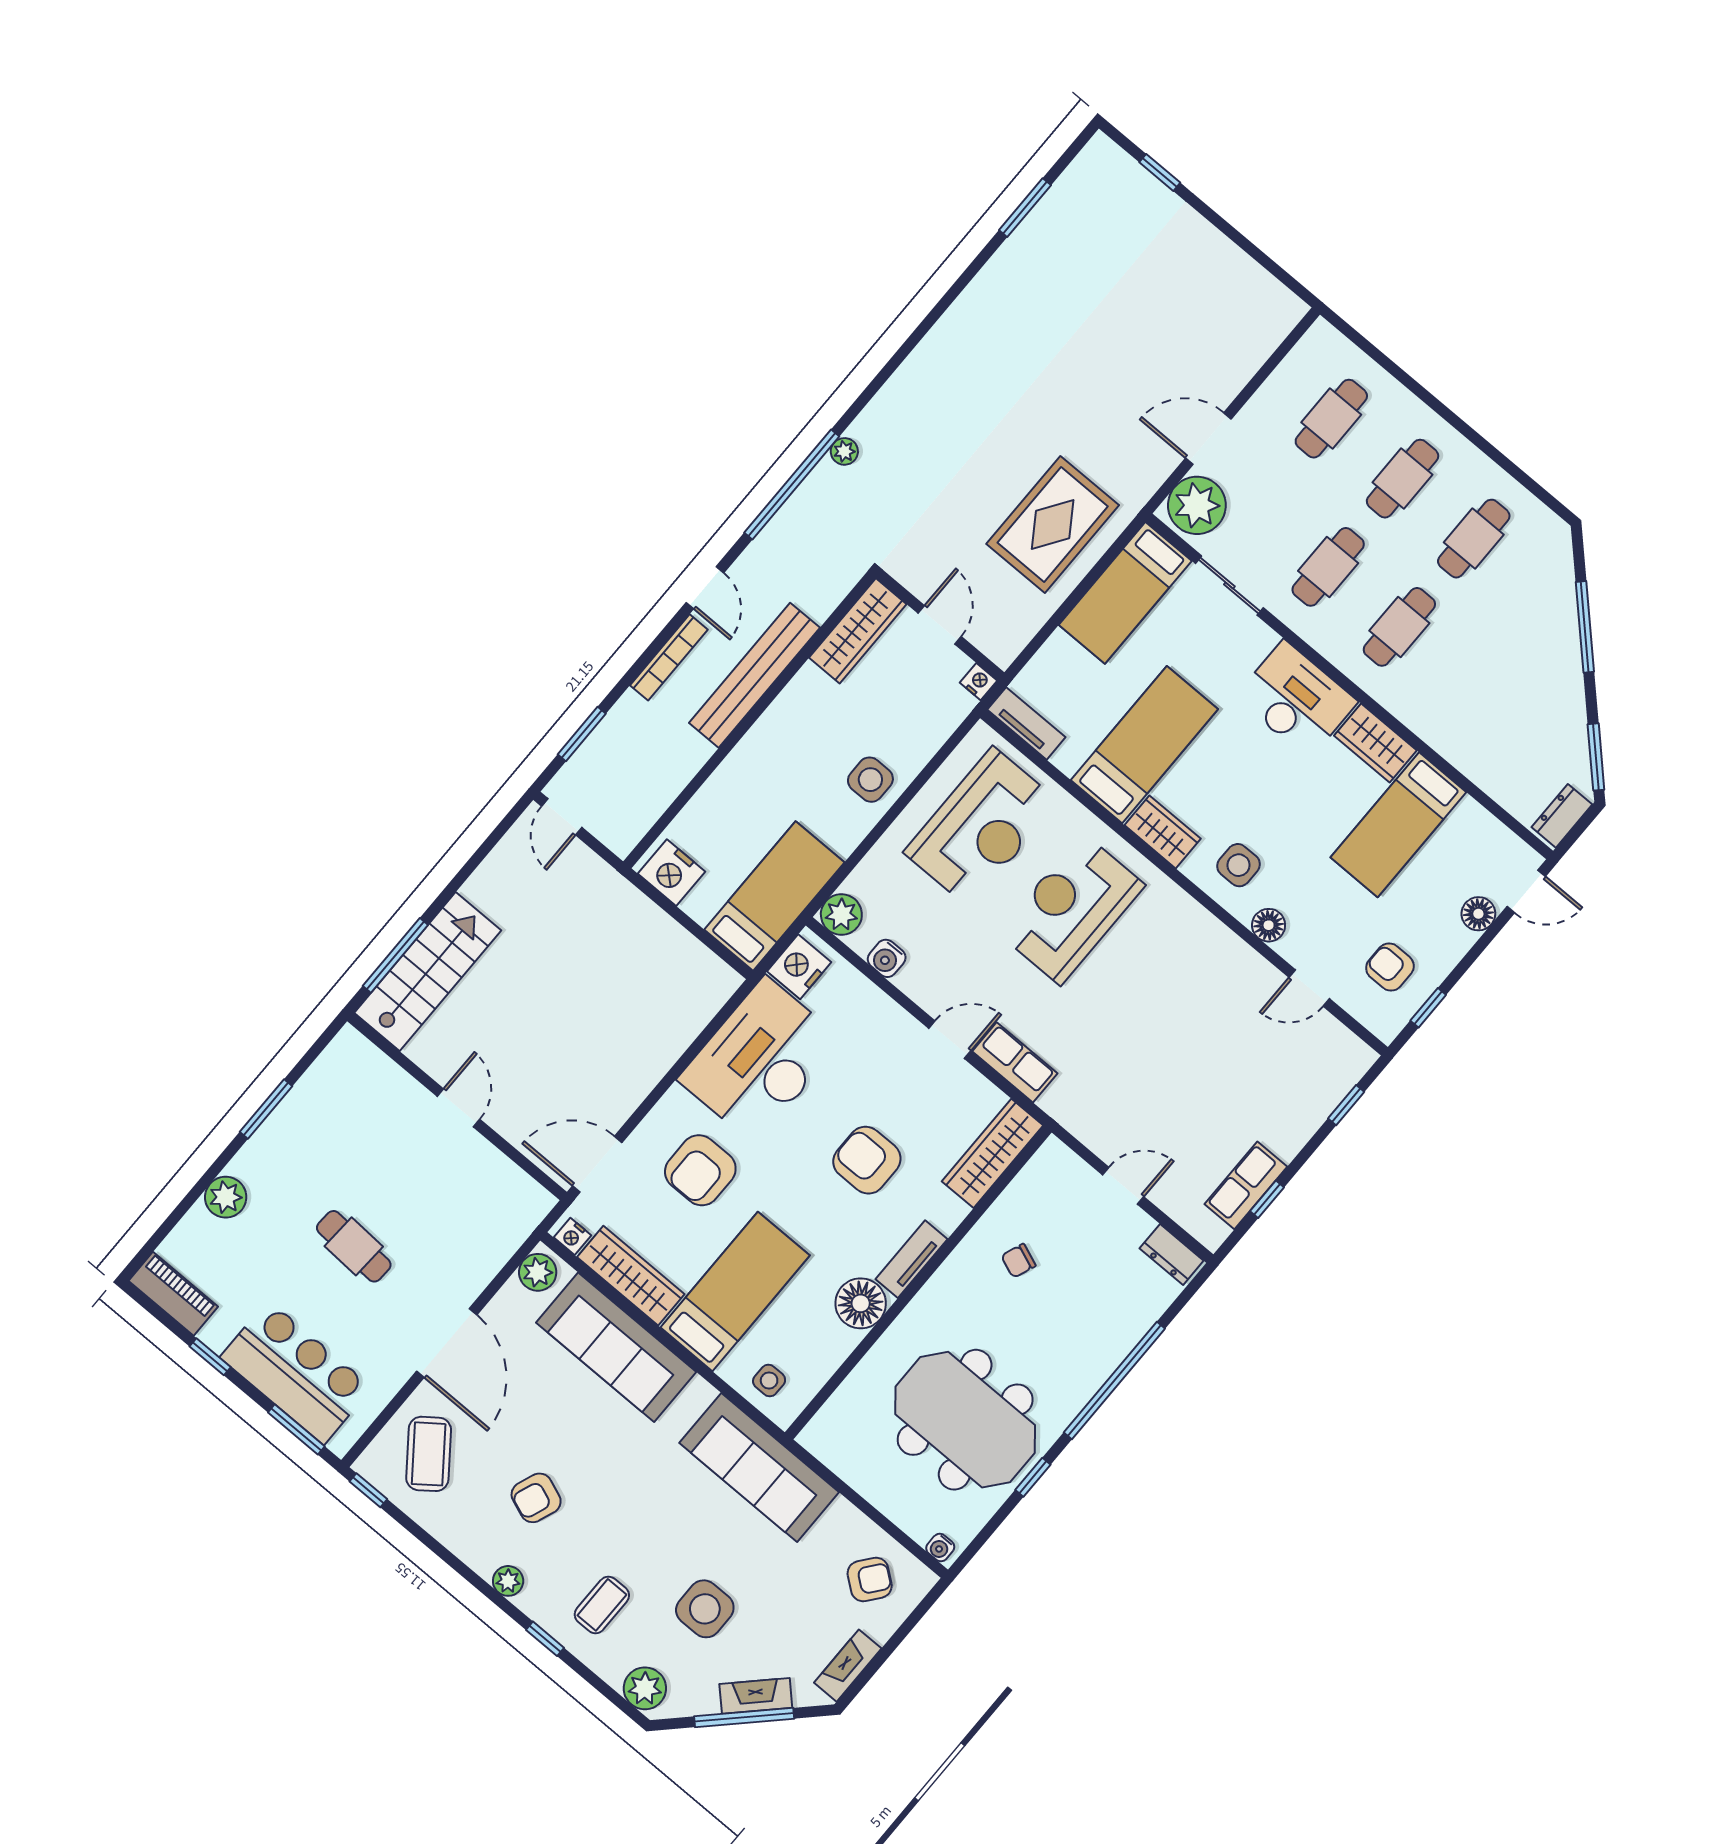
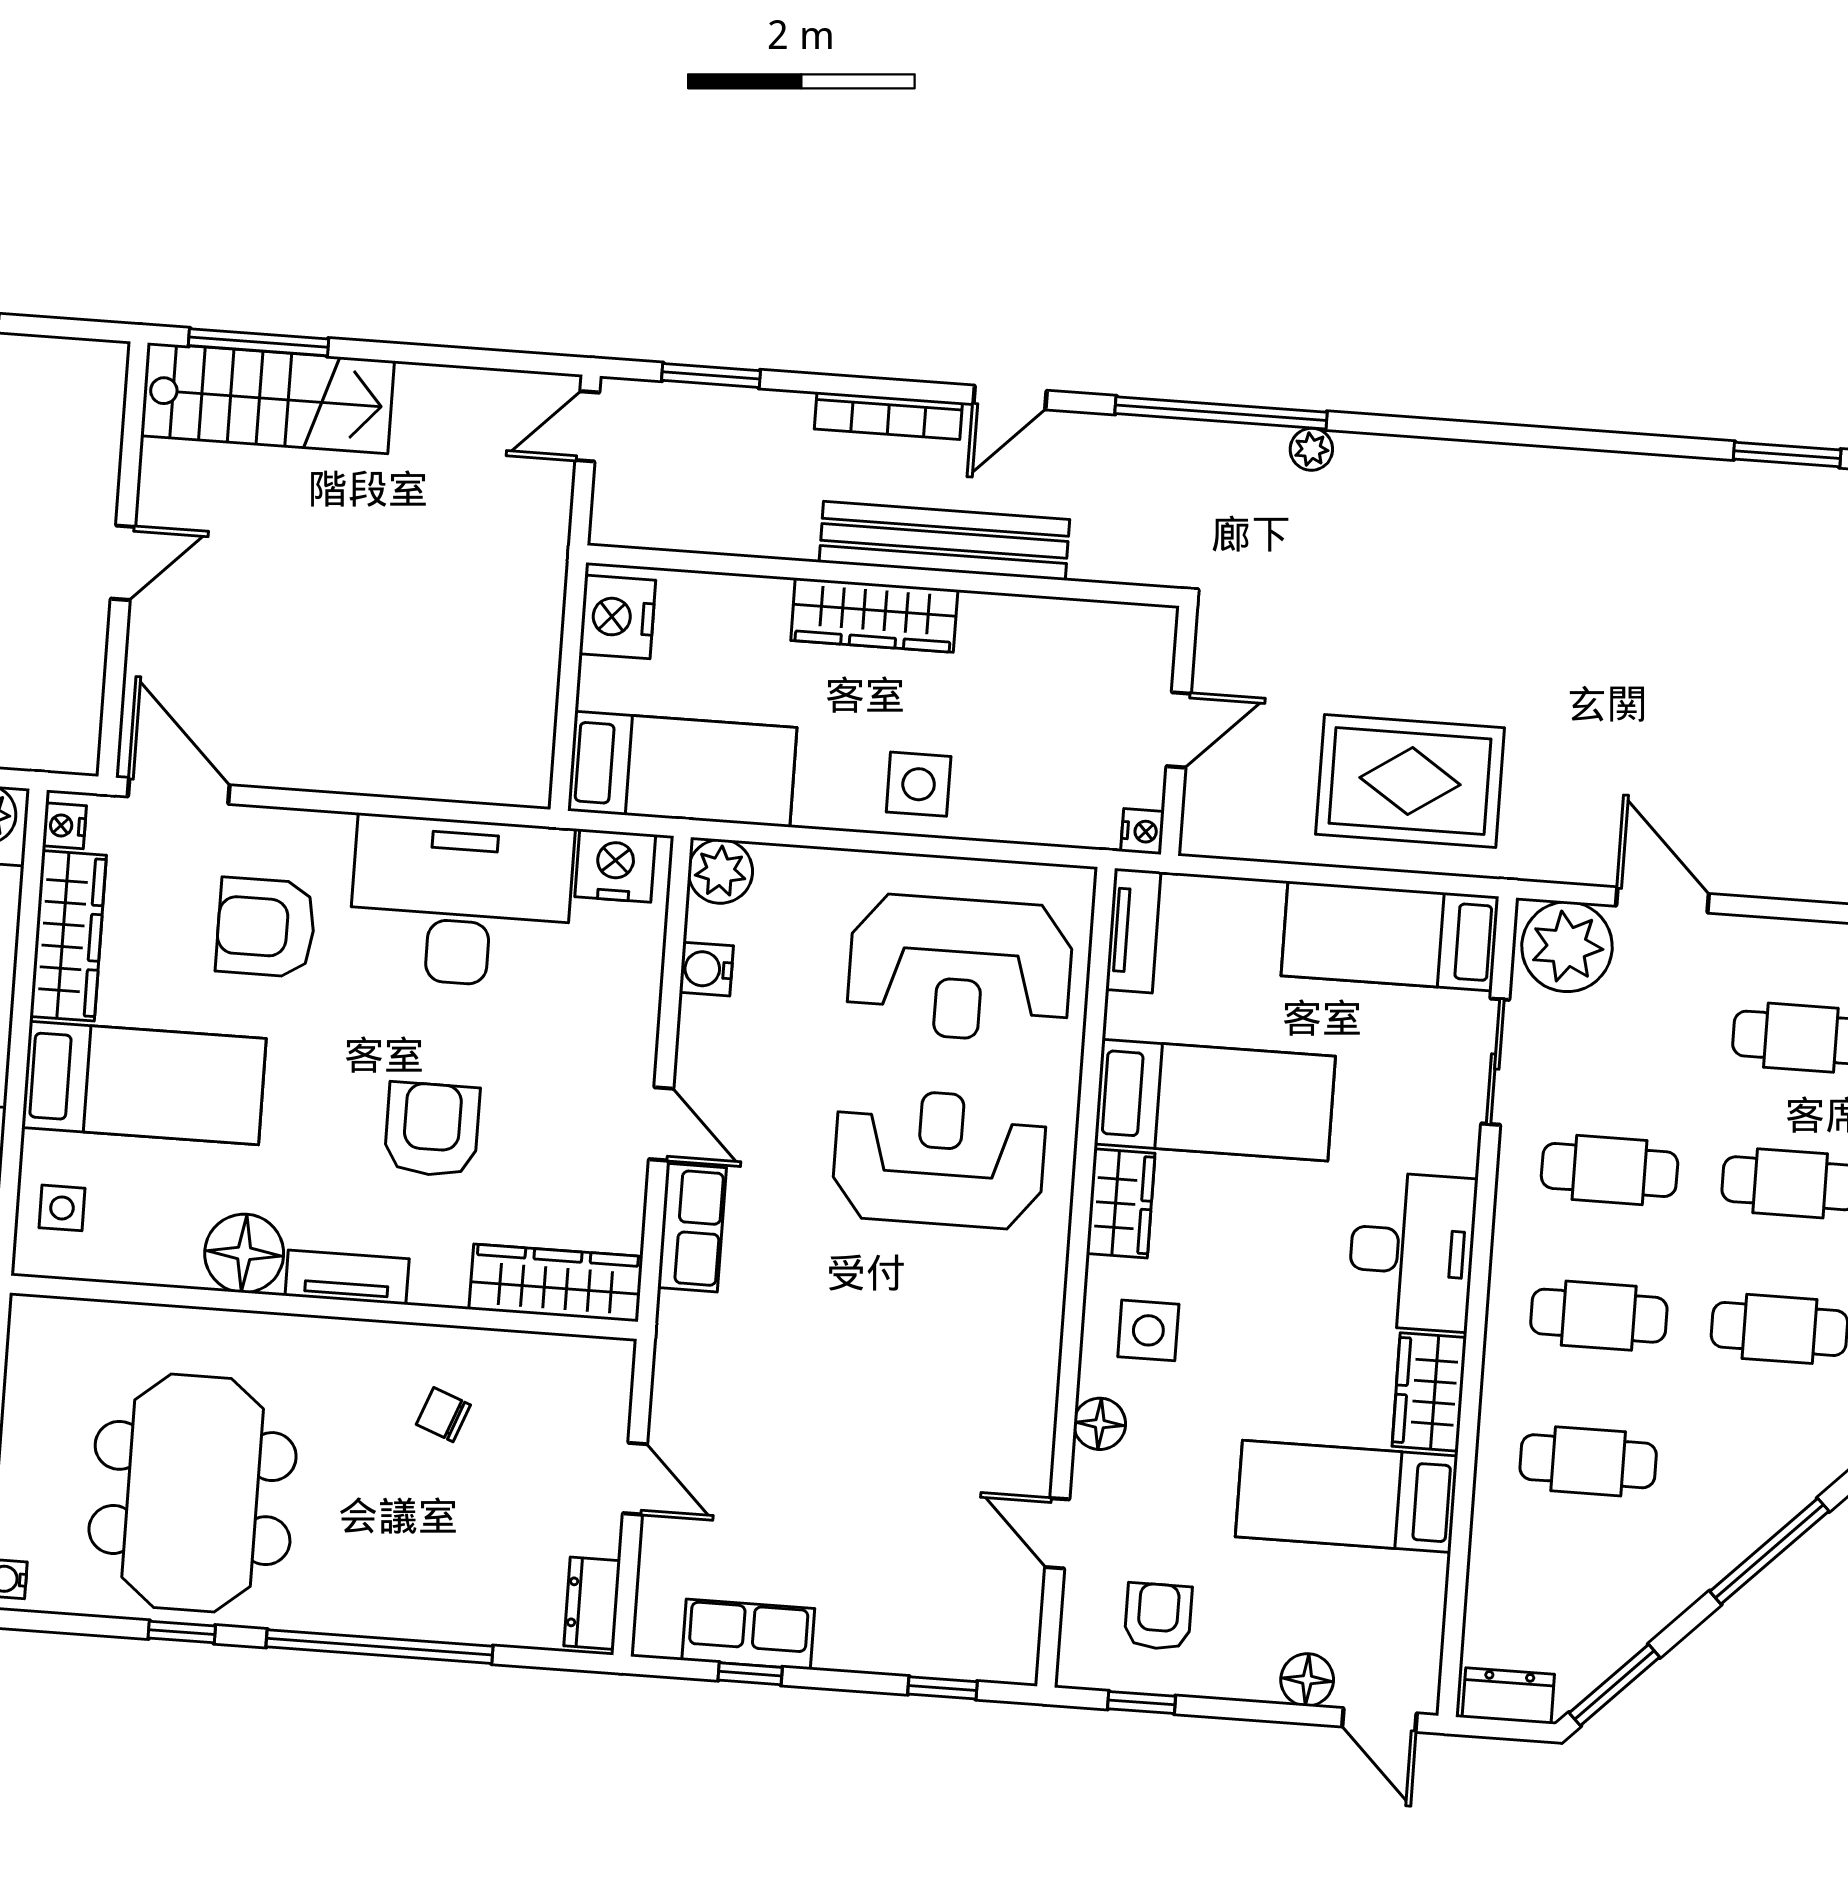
wardrobe: (858, 631) -> (874, 615), moved
cafe table: (1471, 687) -> (1588, 1461), added

